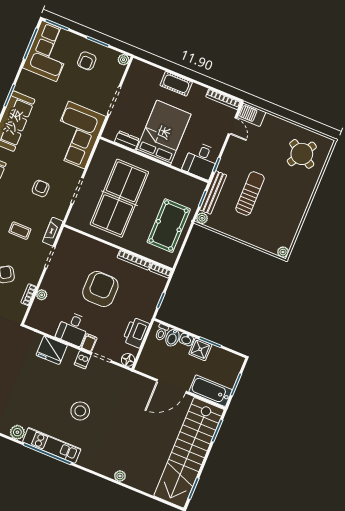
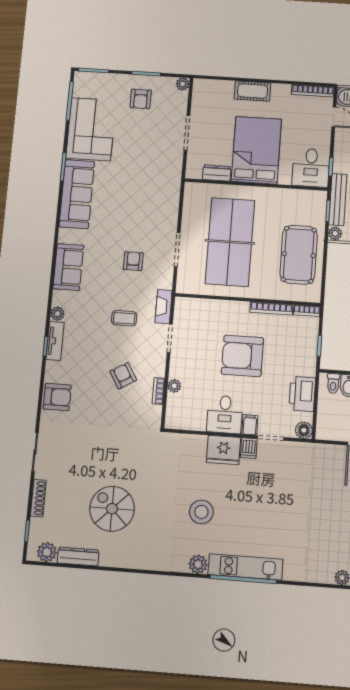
corner sofa: (49, 51) -> (91, 129), moved
corner sofa: (77, 135) -> (156, 186), removed
armchair: (100, 289) -> (242, 356), turned -90
fridge: (52, 350) -> (223, 450), moved
stool: (80, 411) -> (201, 512), moved

